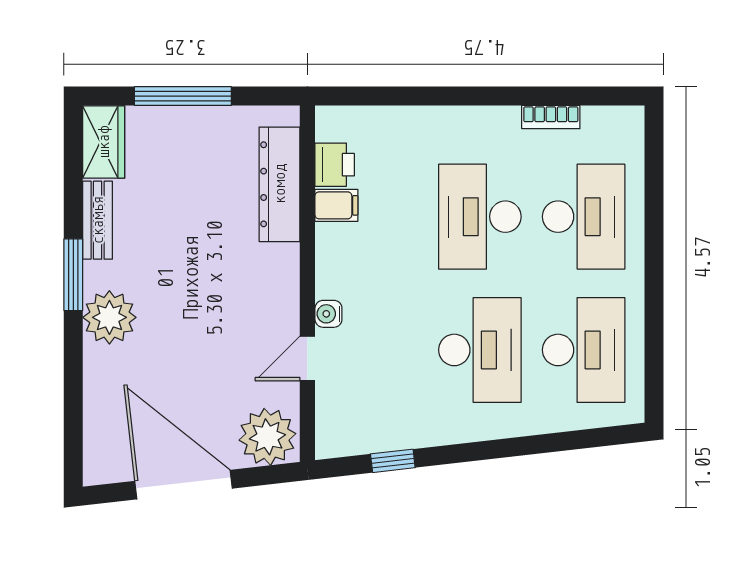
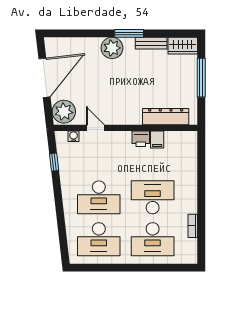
printer: (335, 165) -> (141, 139), moved
water cooler: (328, 314) -> (74, 136), moved

